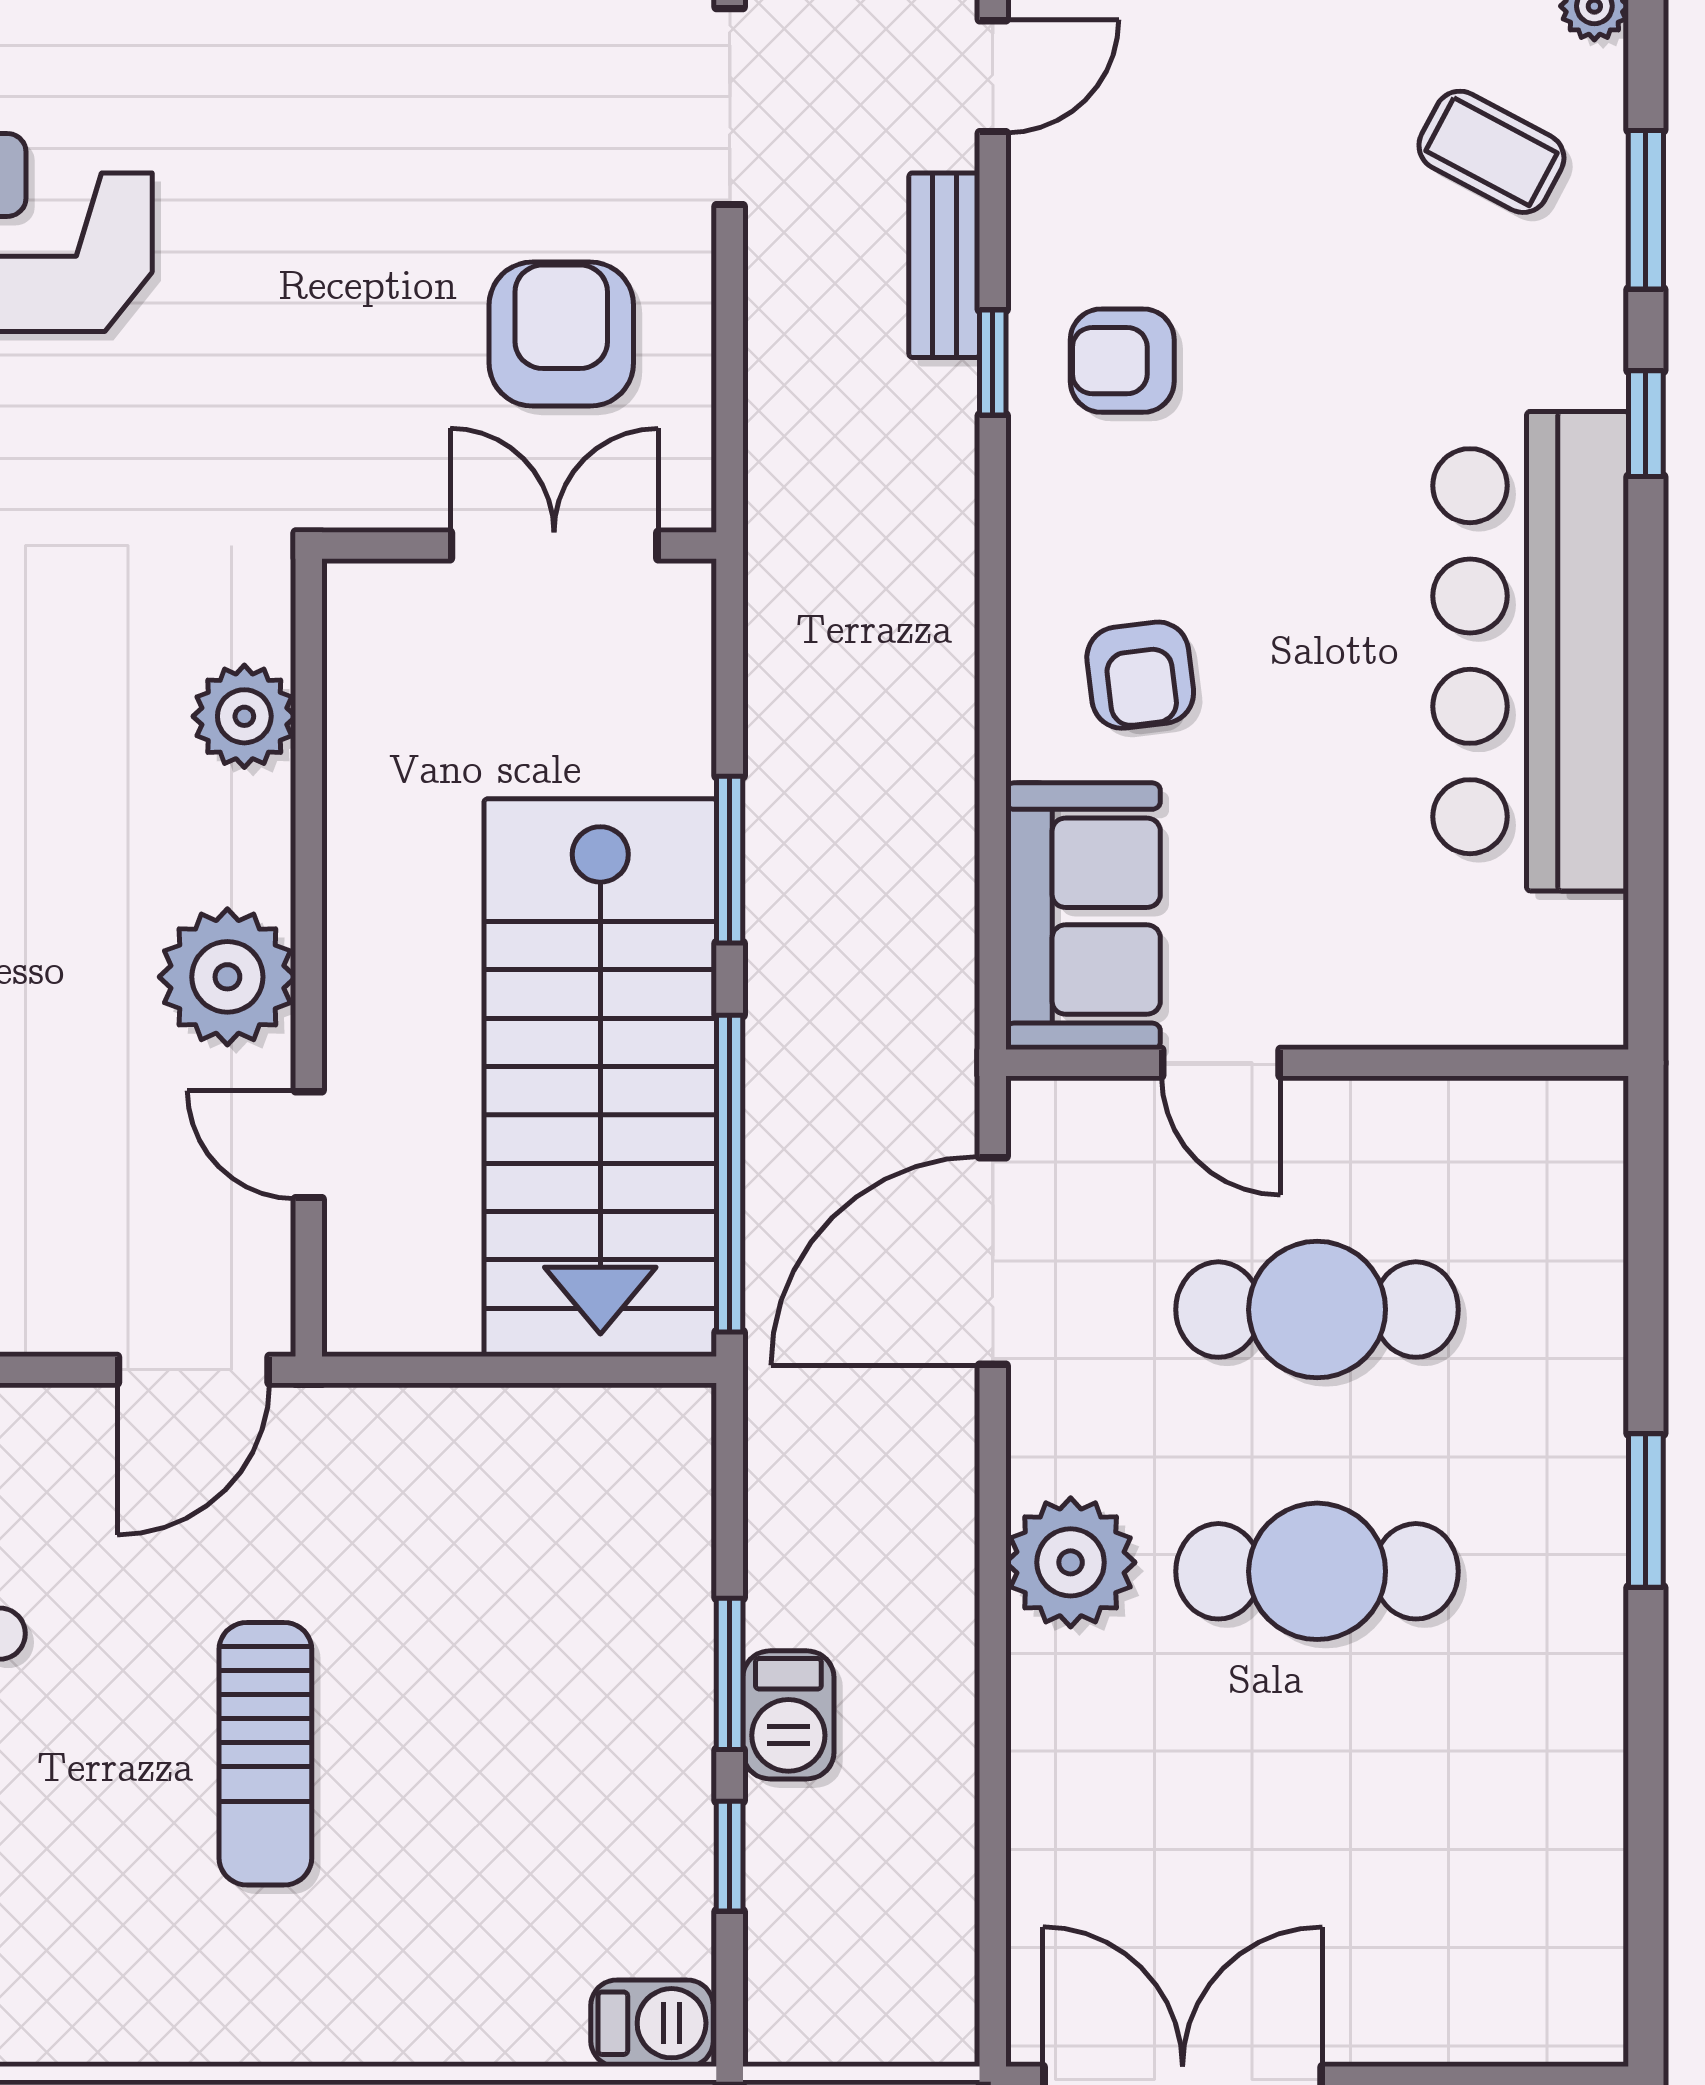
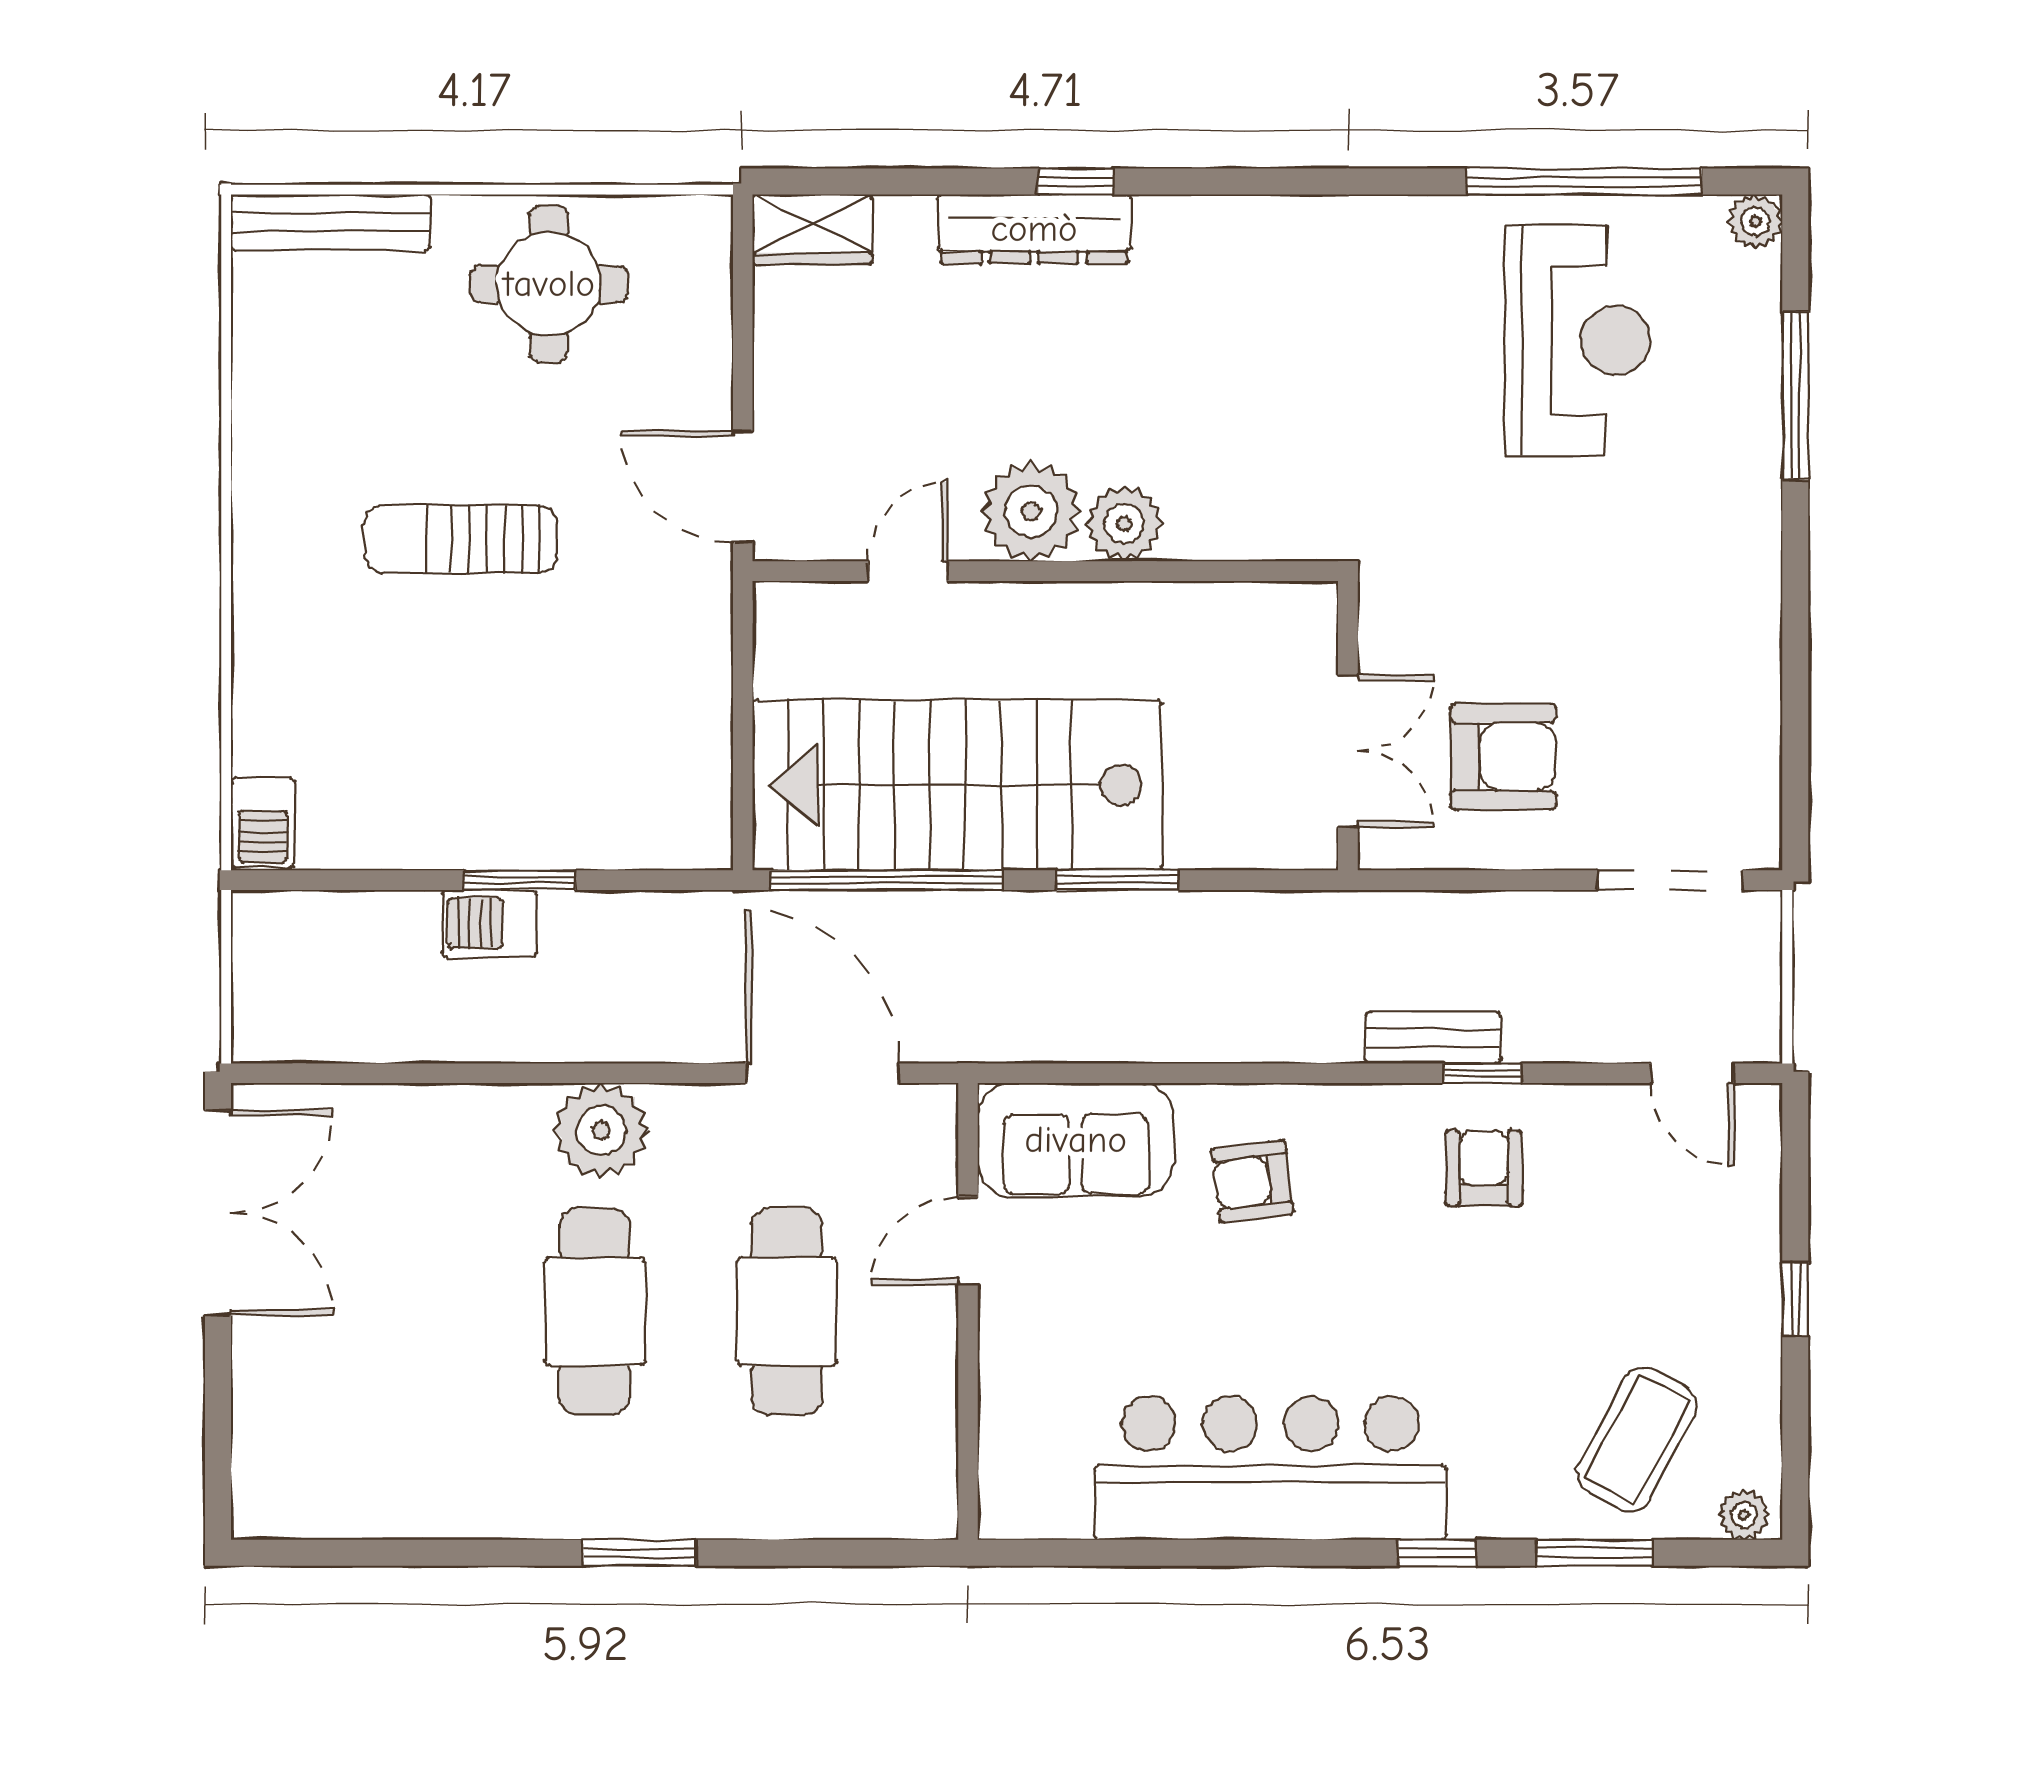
coffee table: (1491, 152) -> (1637, 1439), width x1.36, depth x1.30
bench: (944, 265) -> (1433, 1038), moved
plant: (244, 716) -> (1124, 524), moved
window: (730, 1856) -> (386, 880), removed

